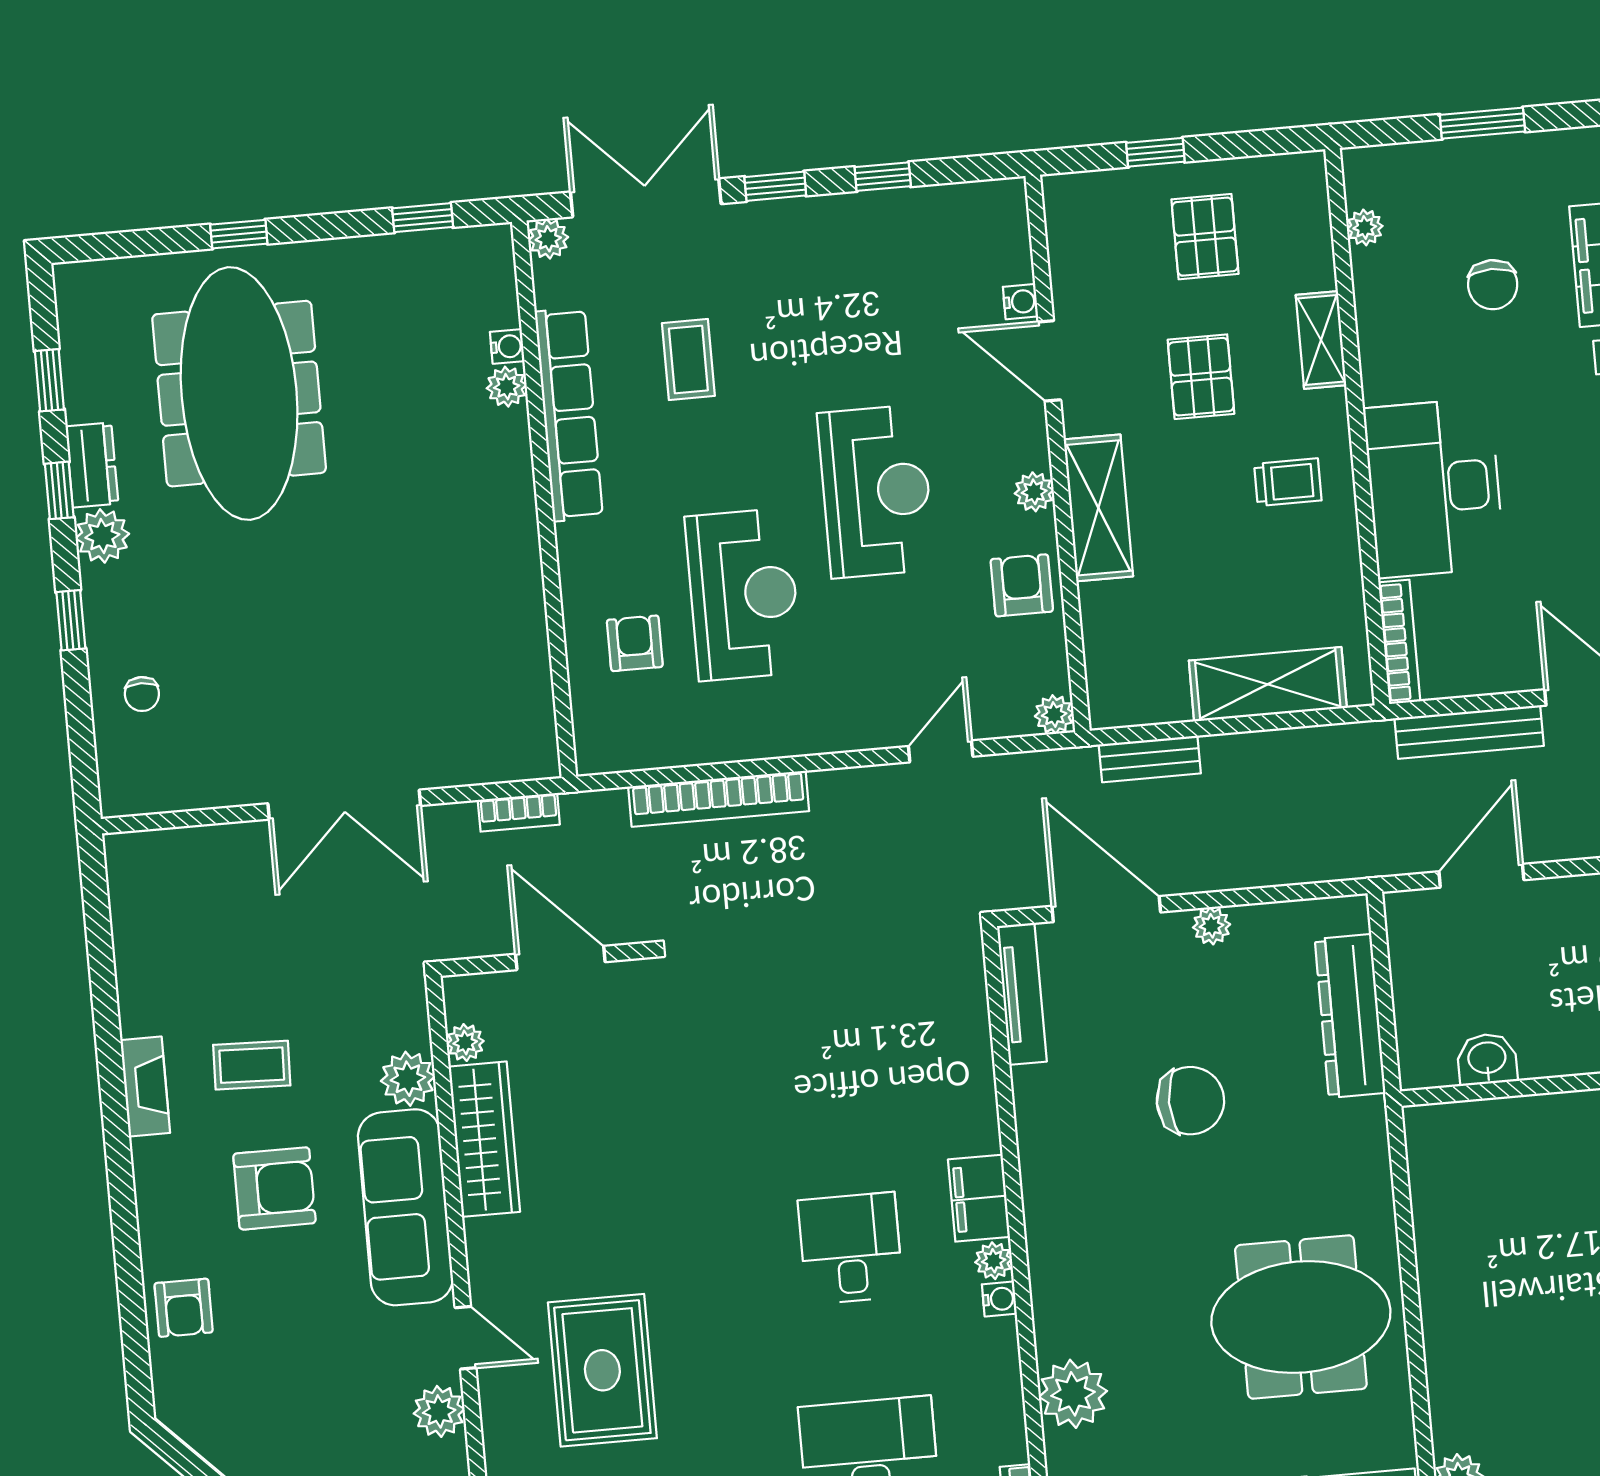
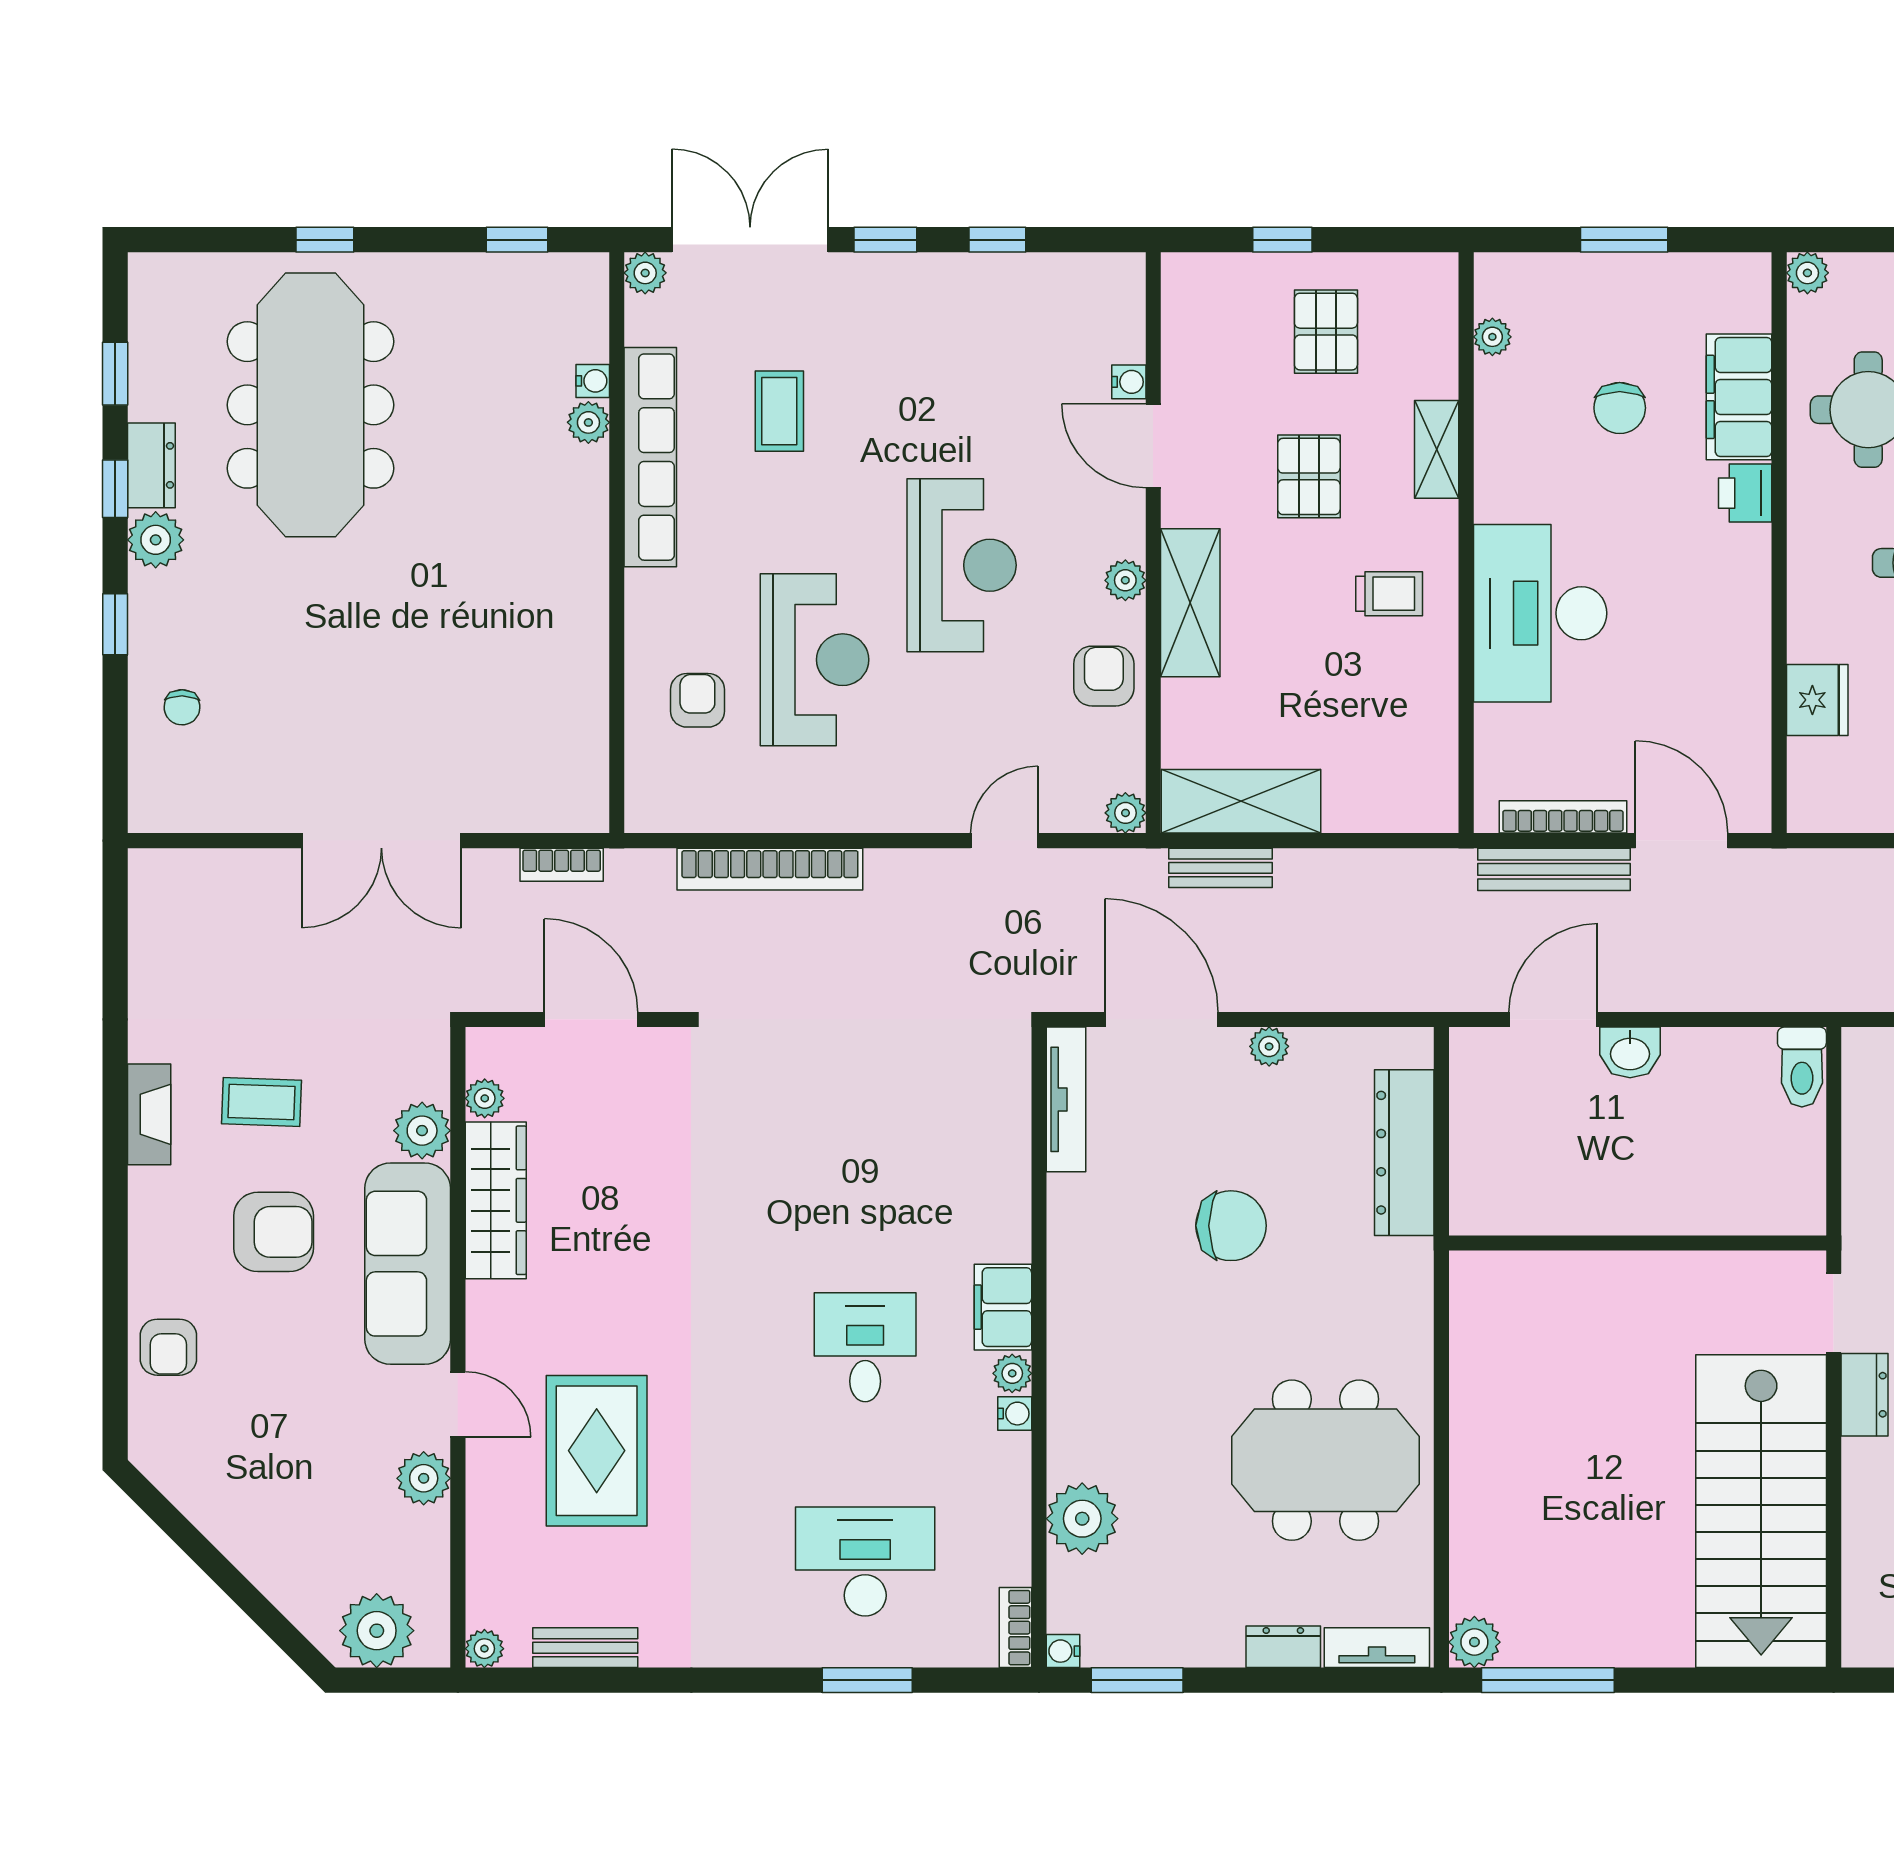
bookcase: (1399, 642) -> (1563, 817), moved, turned -90
shelving: (1268, 684) -> (1241, 801), moved
washbasin: (1487, 1059) -> (1630, 1052), moved, turned 180

